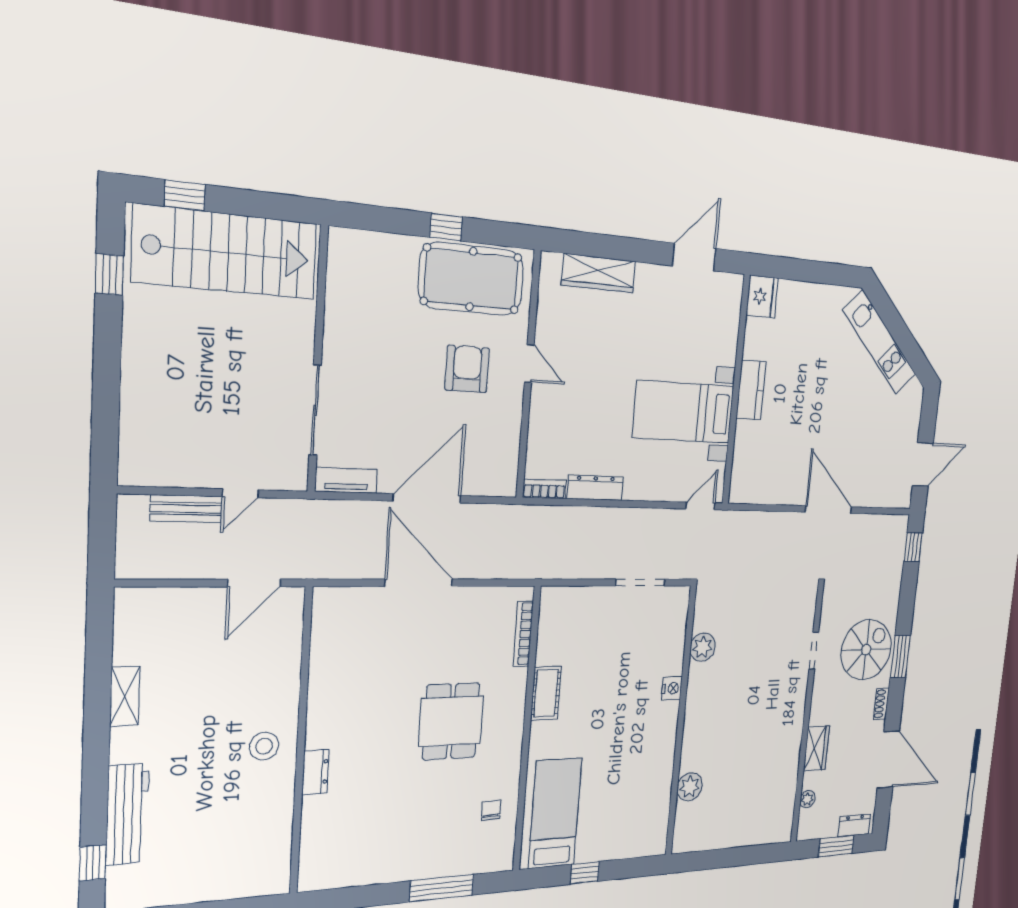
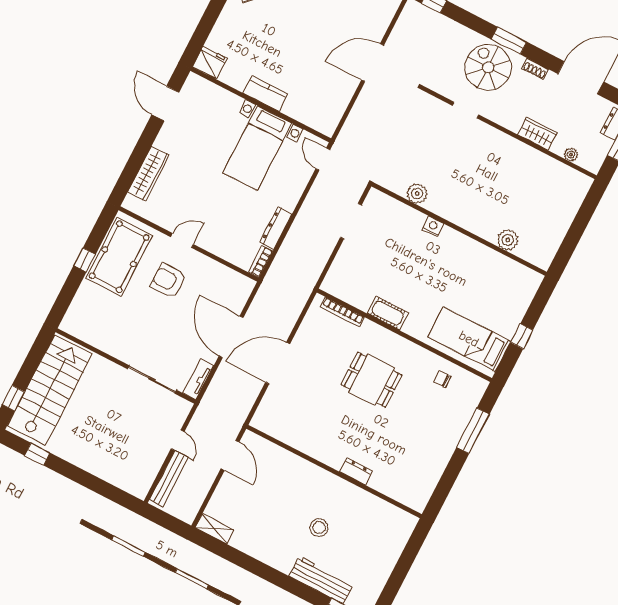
bench: (186, 509) -> (169, 479), width x1.36
shelving: (125, 696) -> (215, 529), moved
stool: (264, 746) -> (319, 528), moved

